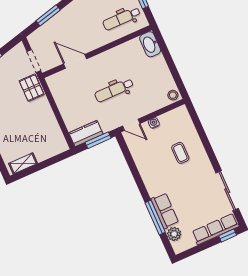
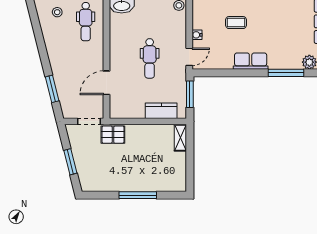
kitchen counter: (86, 134) -> (161, 111), moved, turned 90
shelving: (23, 163) -> (180, 138), moved
row of seats: (165, 211) -> (251, 61), moved

